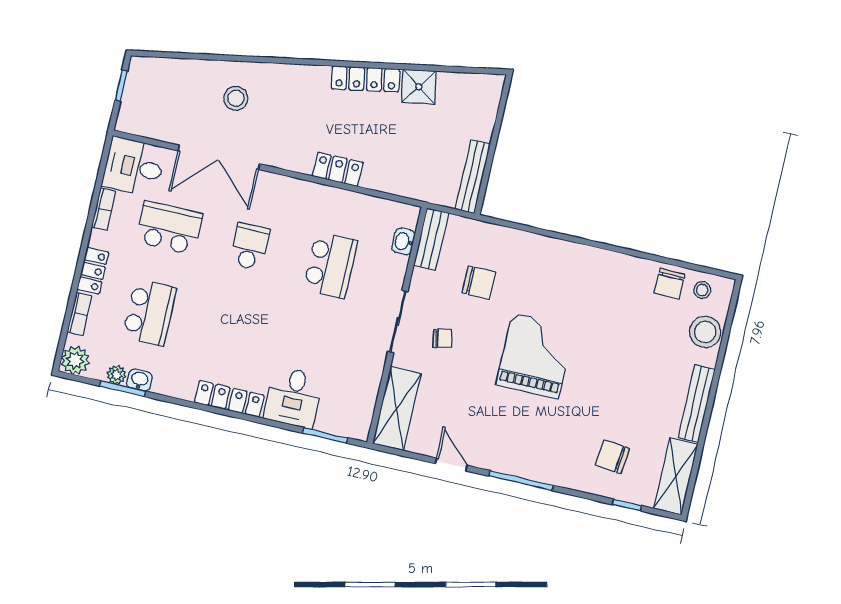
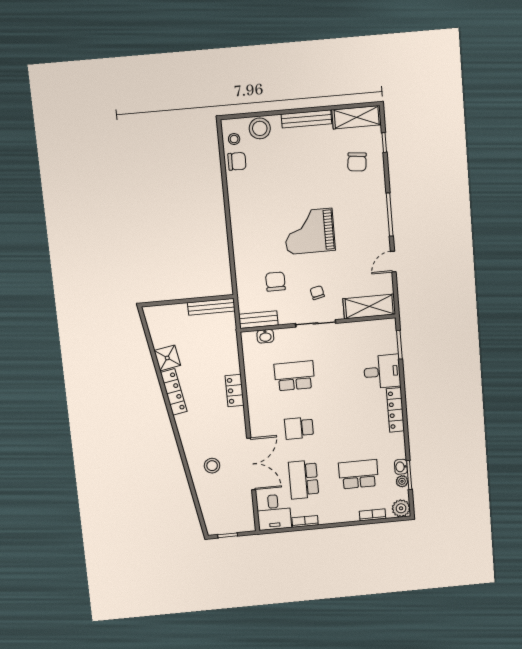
locker: (93, 271) -> (344, 516), removed

